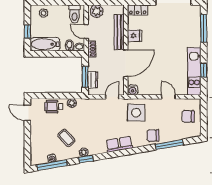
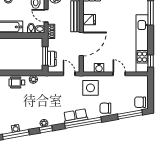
window: (204, 70) -> (151, 61), moved
kitchen unit: (194, 71) -> (142, 44), width x1.36
water cooler: (133, 90) -> (99, 68), moved
door: (112, 97) -> (69, 74), hinge flipped
chair: (188, 116) -> (140, 102), moved
coffee table: (66, 138) -> (28, 110), removed
window: (169, 144) -> (130, 114), moved
window: (128, 152) -> (83, 123), added

